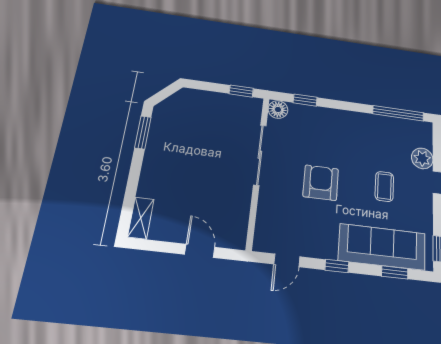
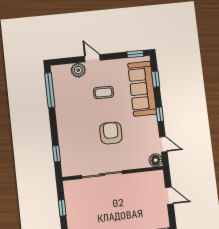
window: (241, 91) -> (62, 208), moved
floor lamp: (278, 110) -> (156, 160), moved
armchair: (321, 183) -> (111, 133), turned 90
door: (200, 251) -> (169, 196), swing flipped

